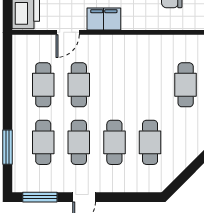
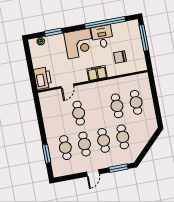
filing cabinet: (104, 19) -> (97, 73), moved
cafe table: (43, 85) -> (117, 106), moved
window: (40, 197) -> (118, 168), moved

